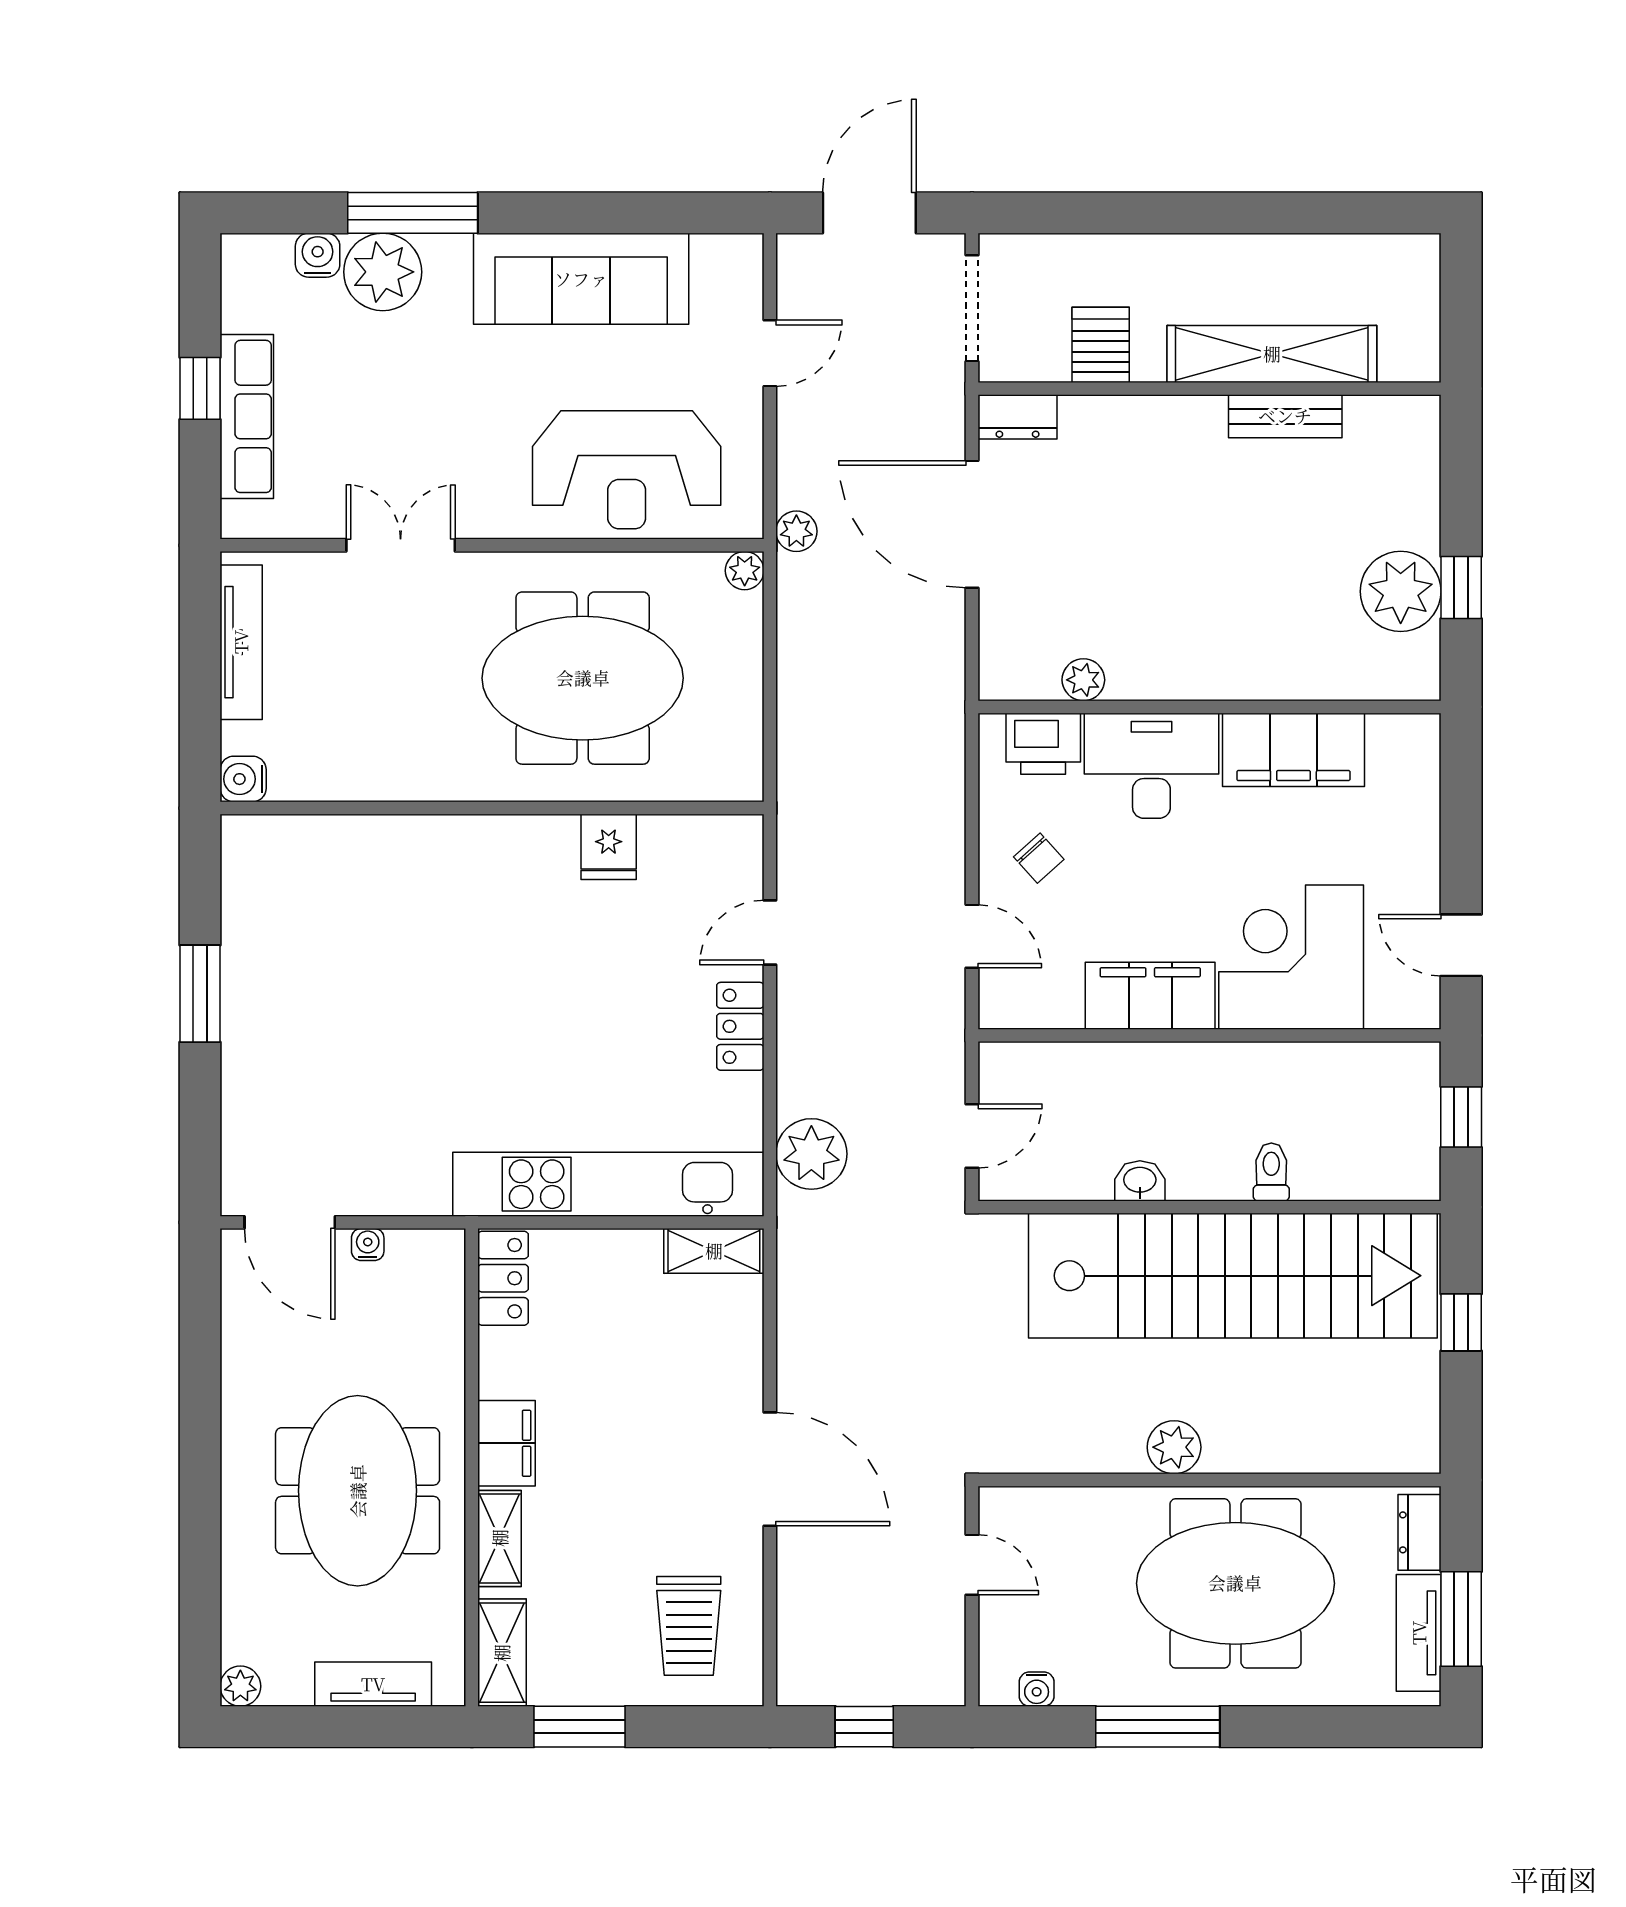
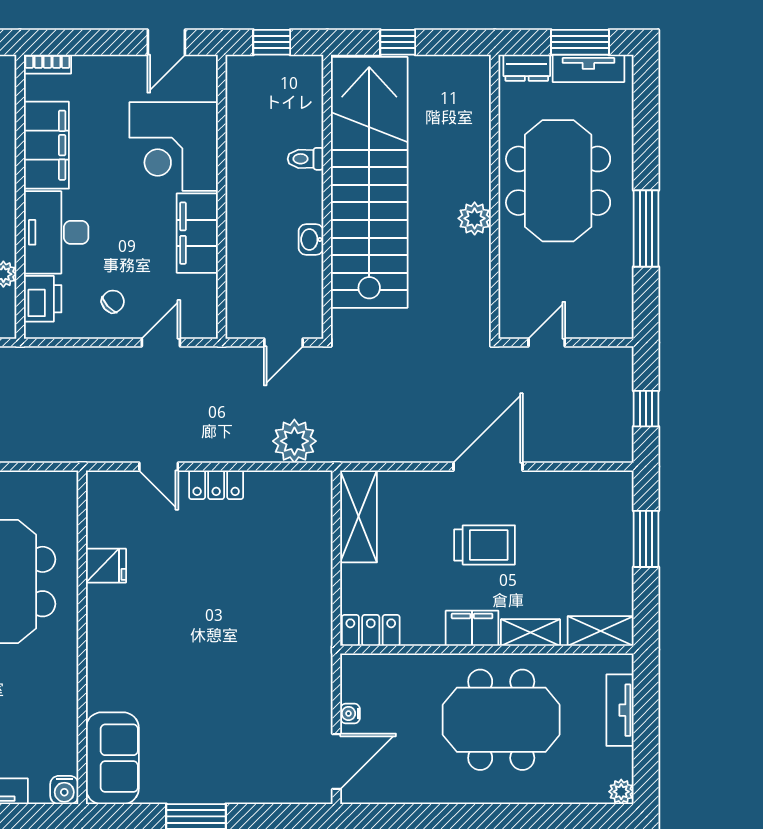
bookcase: (1425, 752) -> (47, 64), added
sofa: (295, 857) -> (112, 758), added
door: (972, 1136) -> (283, 343), swing flipped
kitchen unit: (608, 1184) -> (313, 566), removed
shelving: (714, 1251) -> (359, 516), width x1.50, depth x1.33
trolley: (689, 1626) -> (485, 545), moved
water cooler: (1037, 1689) -> (623, 303), removed
window: (580, 1727) -> (646, 539), moved

